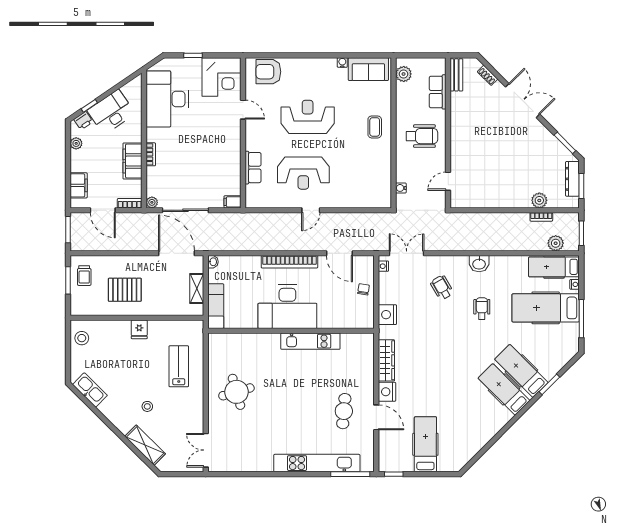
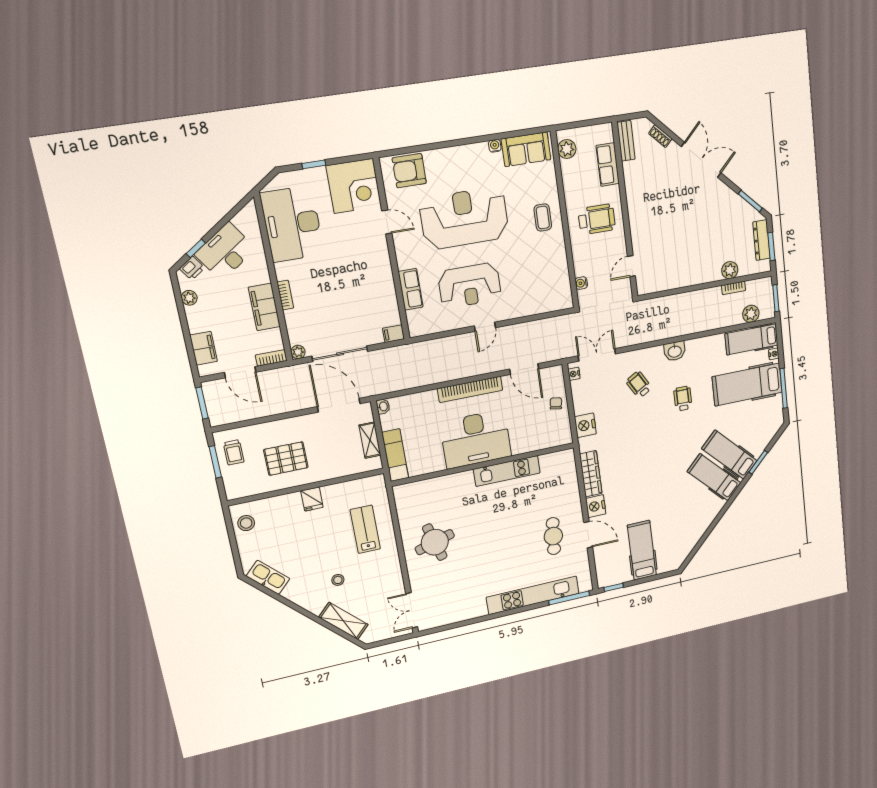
reception desk: (308, 117) -> (464, 218), width x1.36, depth x1.30

